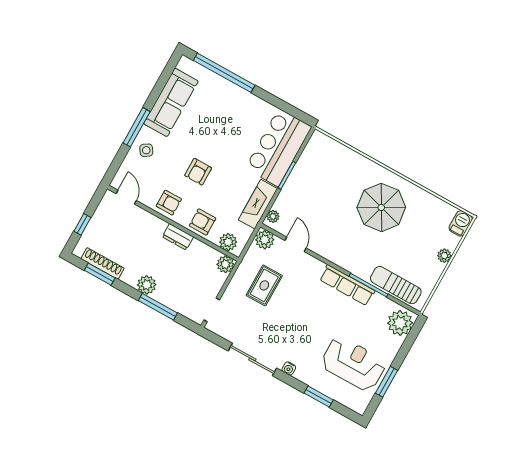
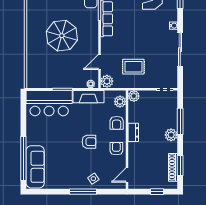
sofa: (171, 102) -> (35, 167), moved, turned 90
parasol: (381, 207) -> (62, 36), moved

